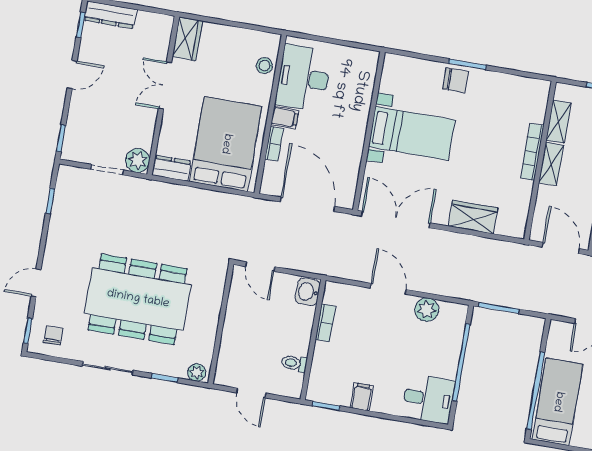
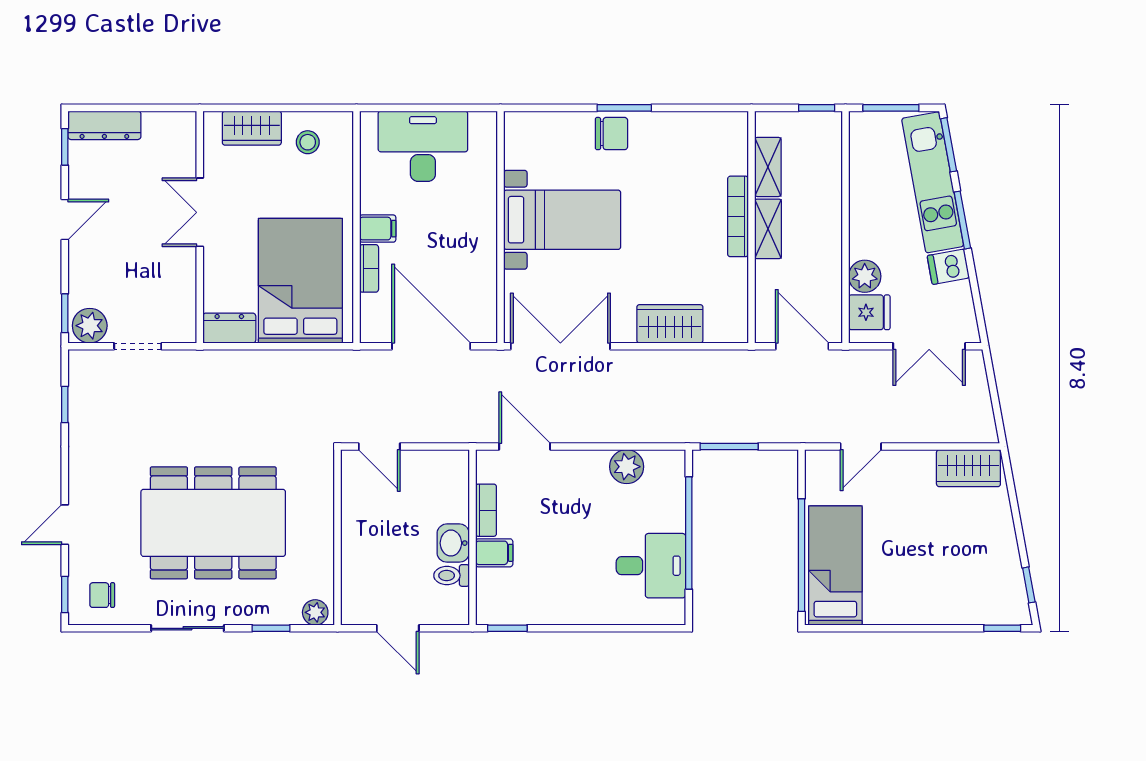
wardrobe: (187, 39) -> (252, 128), moved, turned 90
stool: (265, 66) -> (308, 142), moved
desk: (304, 78) -> (423, 146), moved, turned 90
plant: (138, 160) -> (90, 326), moved
door: (388, 289) -> (525, 446), moved
washbasin: (308, 292) -> (453, 543), moved
chair: (53, 335) -> (102, 595), turned -90
filing cabinet: (362, 397) -> (494, 553), moved, turned 90
desk: (428, 399) -> (651, 566), moved

